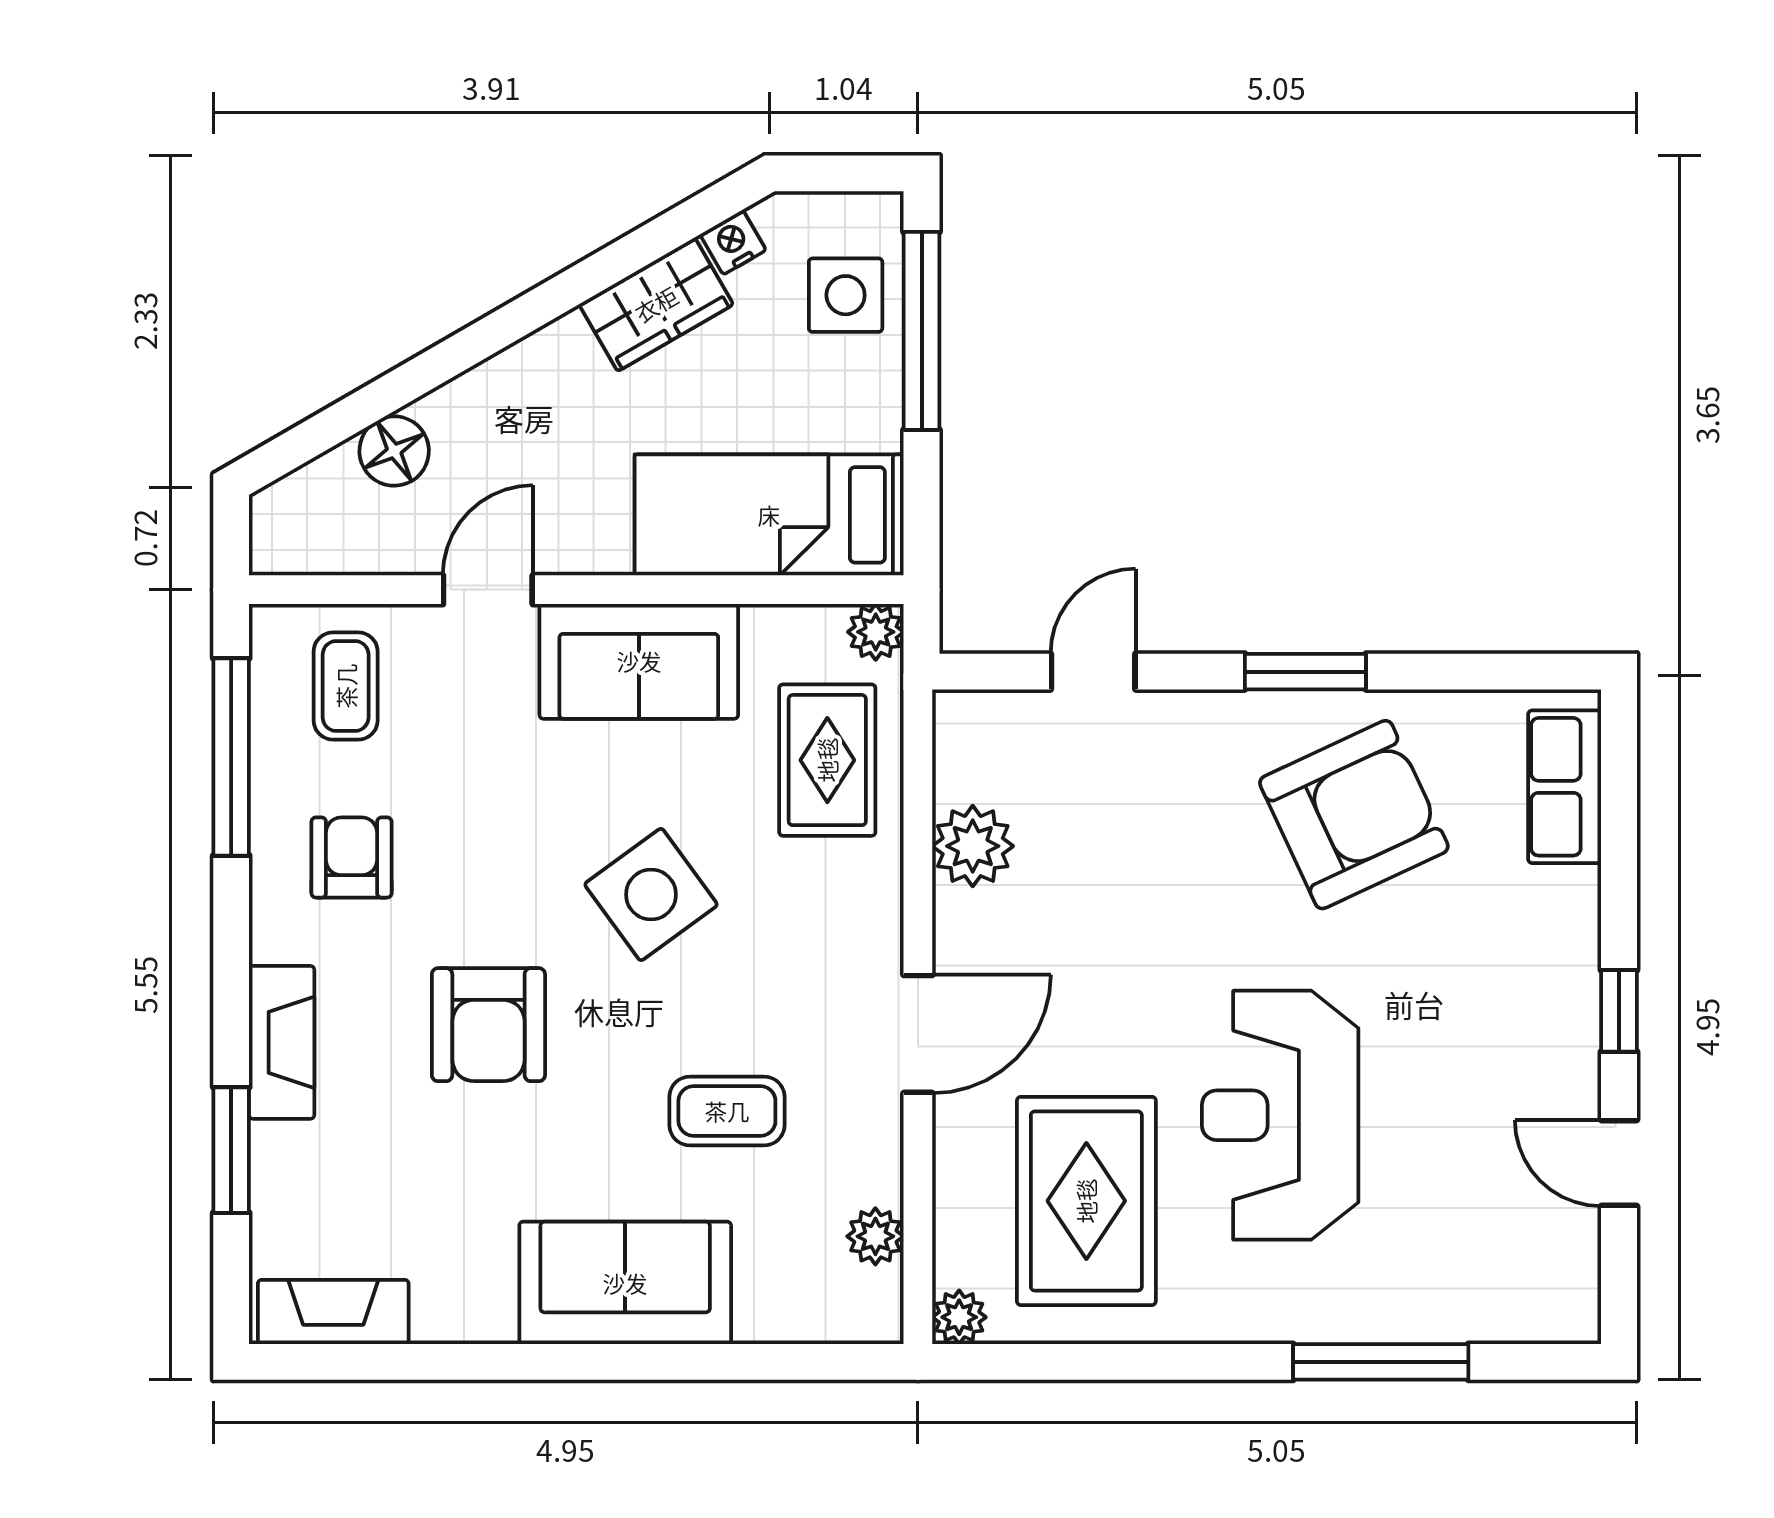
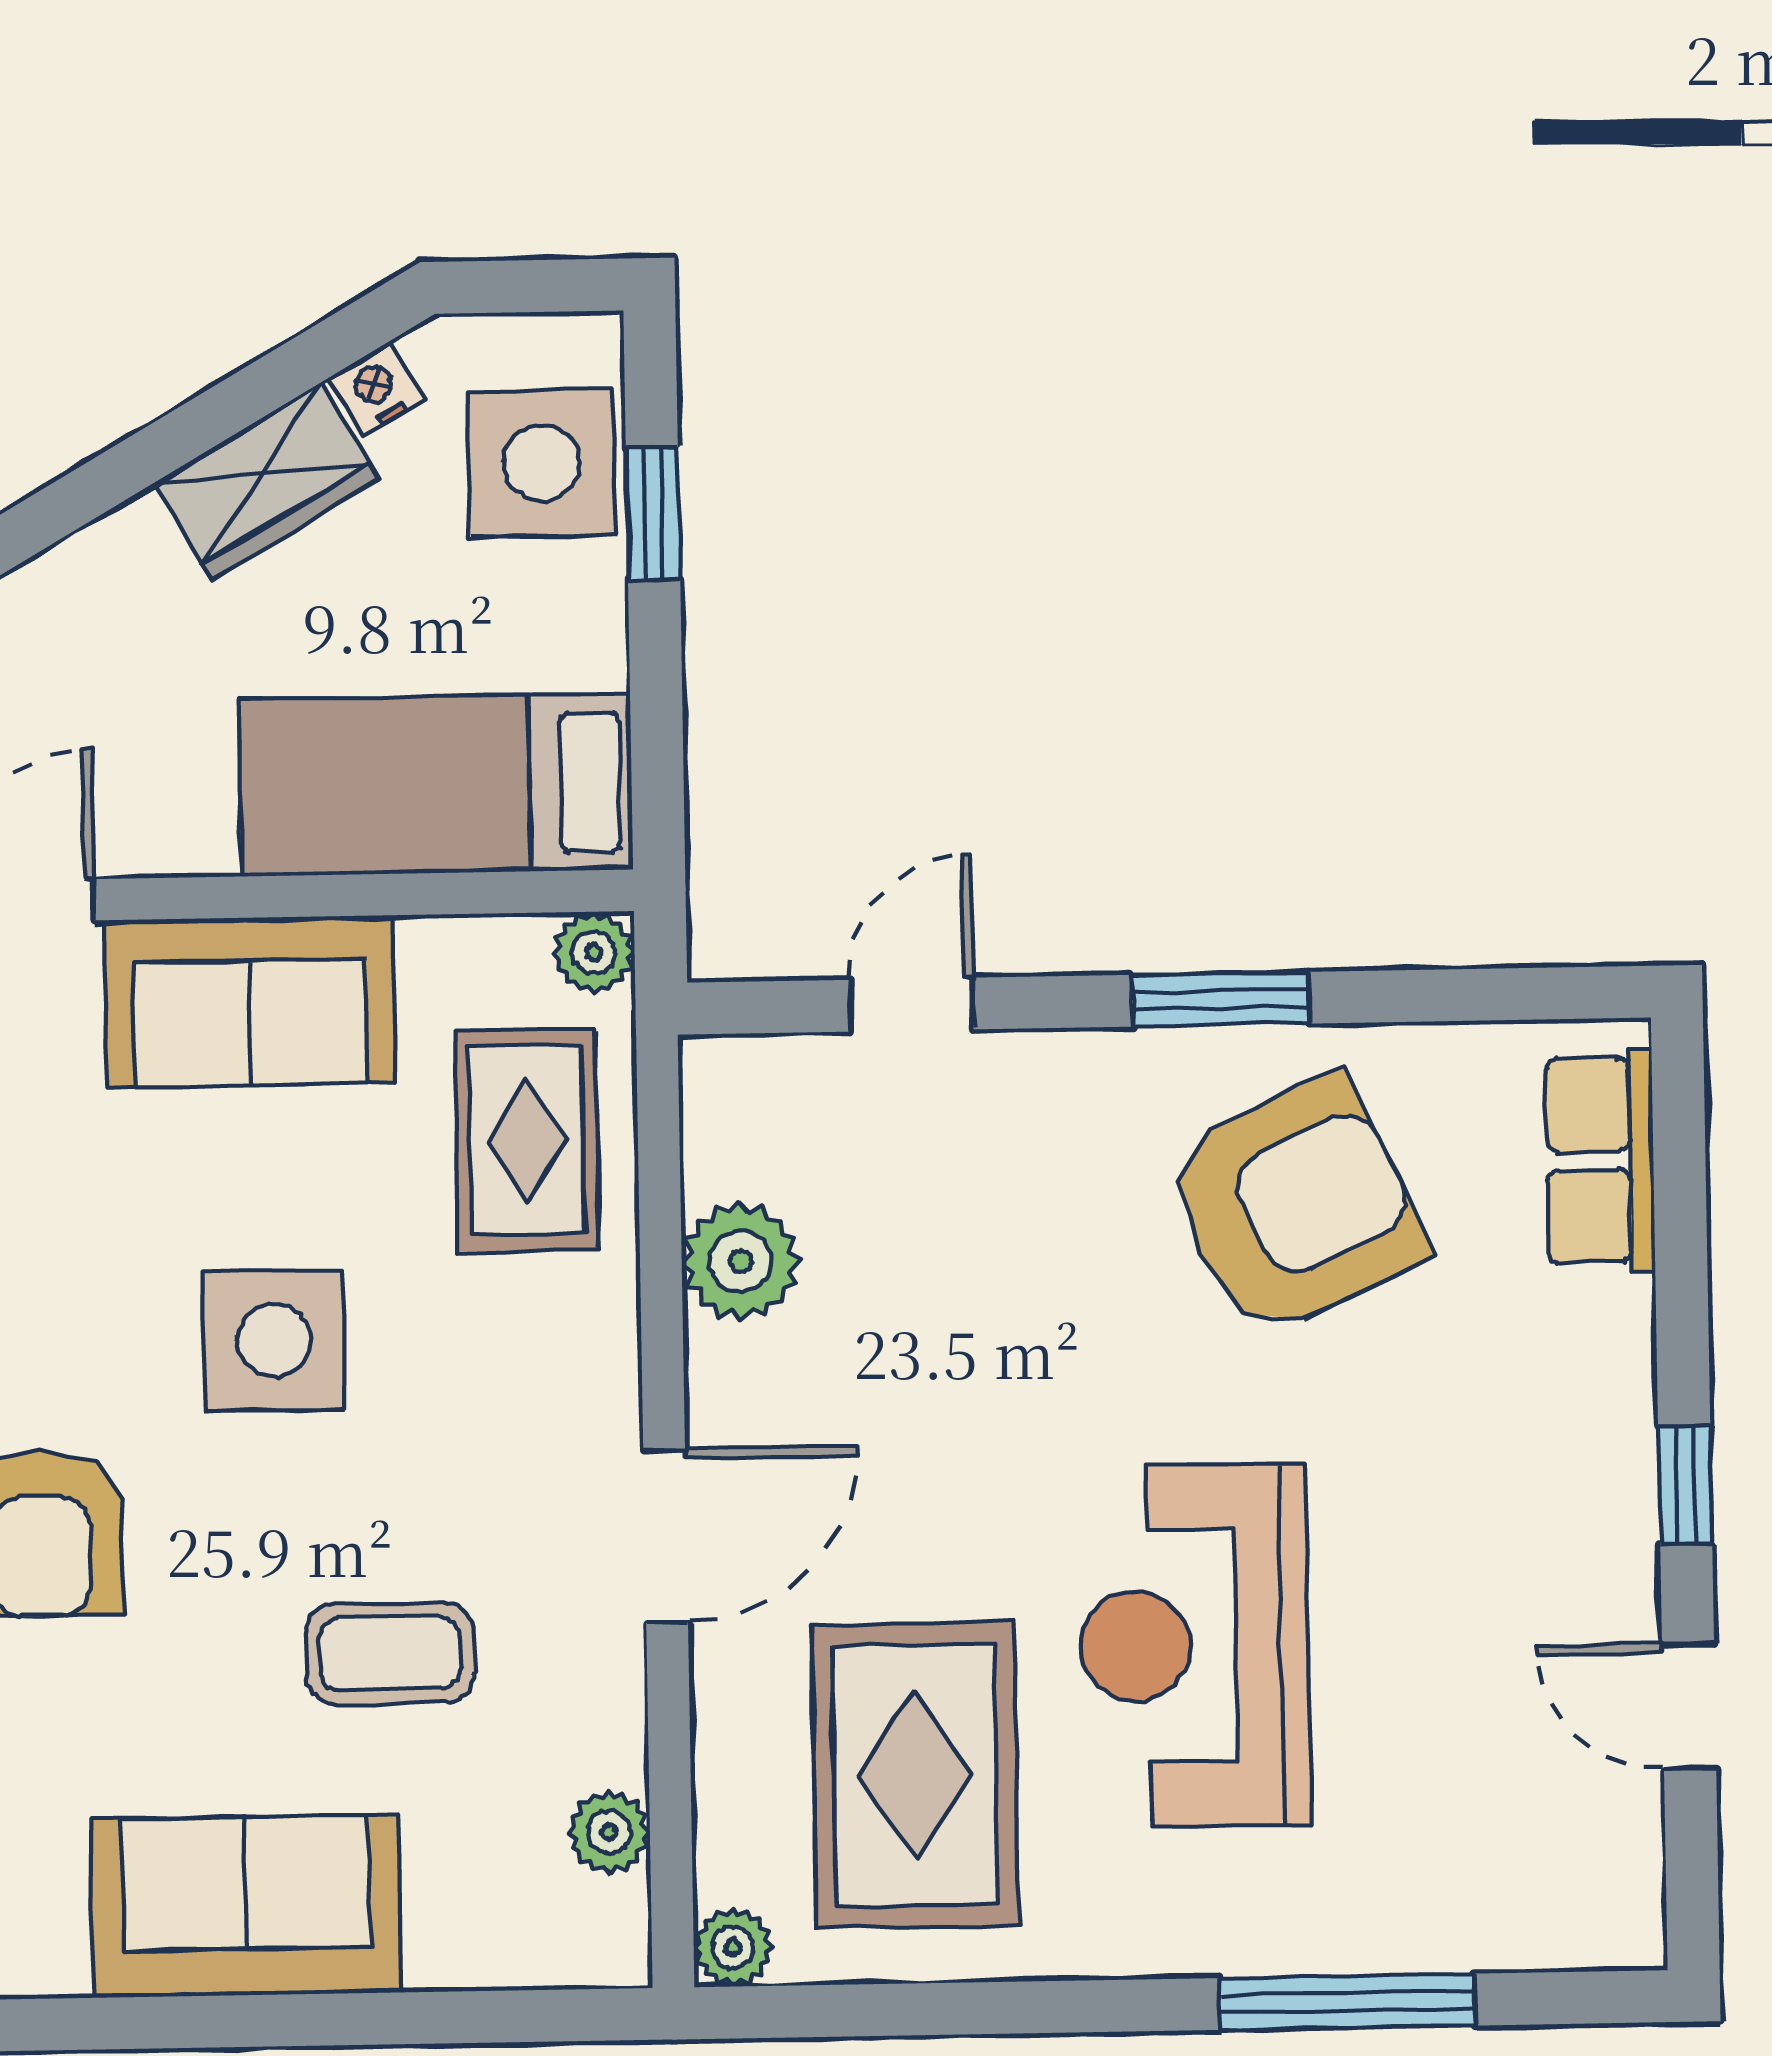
side table: (846, 295) -> (542, 463), width x1.37, depth x1.37
window: (922, 331) -> (653, 513), width x0.46
side table: (651, 895) -> (274, 1340), turned 36

